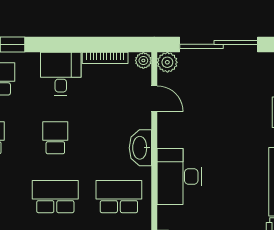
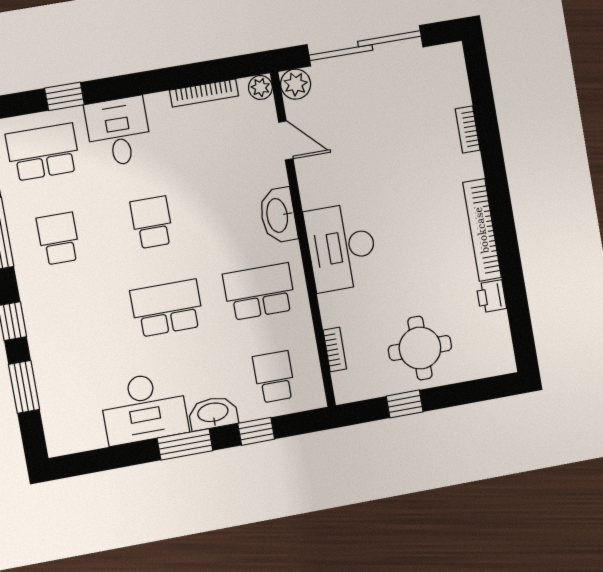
desk: (61, 74) -> (118, 132), moved

